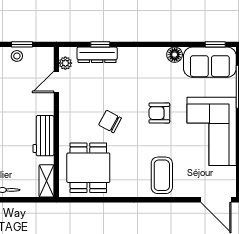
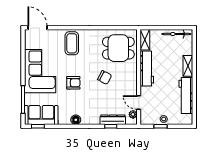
floor lamp: (175, 55) -> (76, 120), moved
door: (56, 82) -> (139, 103), swing flipped
workbench: (43, 136) -> (147, 68), width x1.38
dining table: (88, 168) -> (118, 48), turned 90

